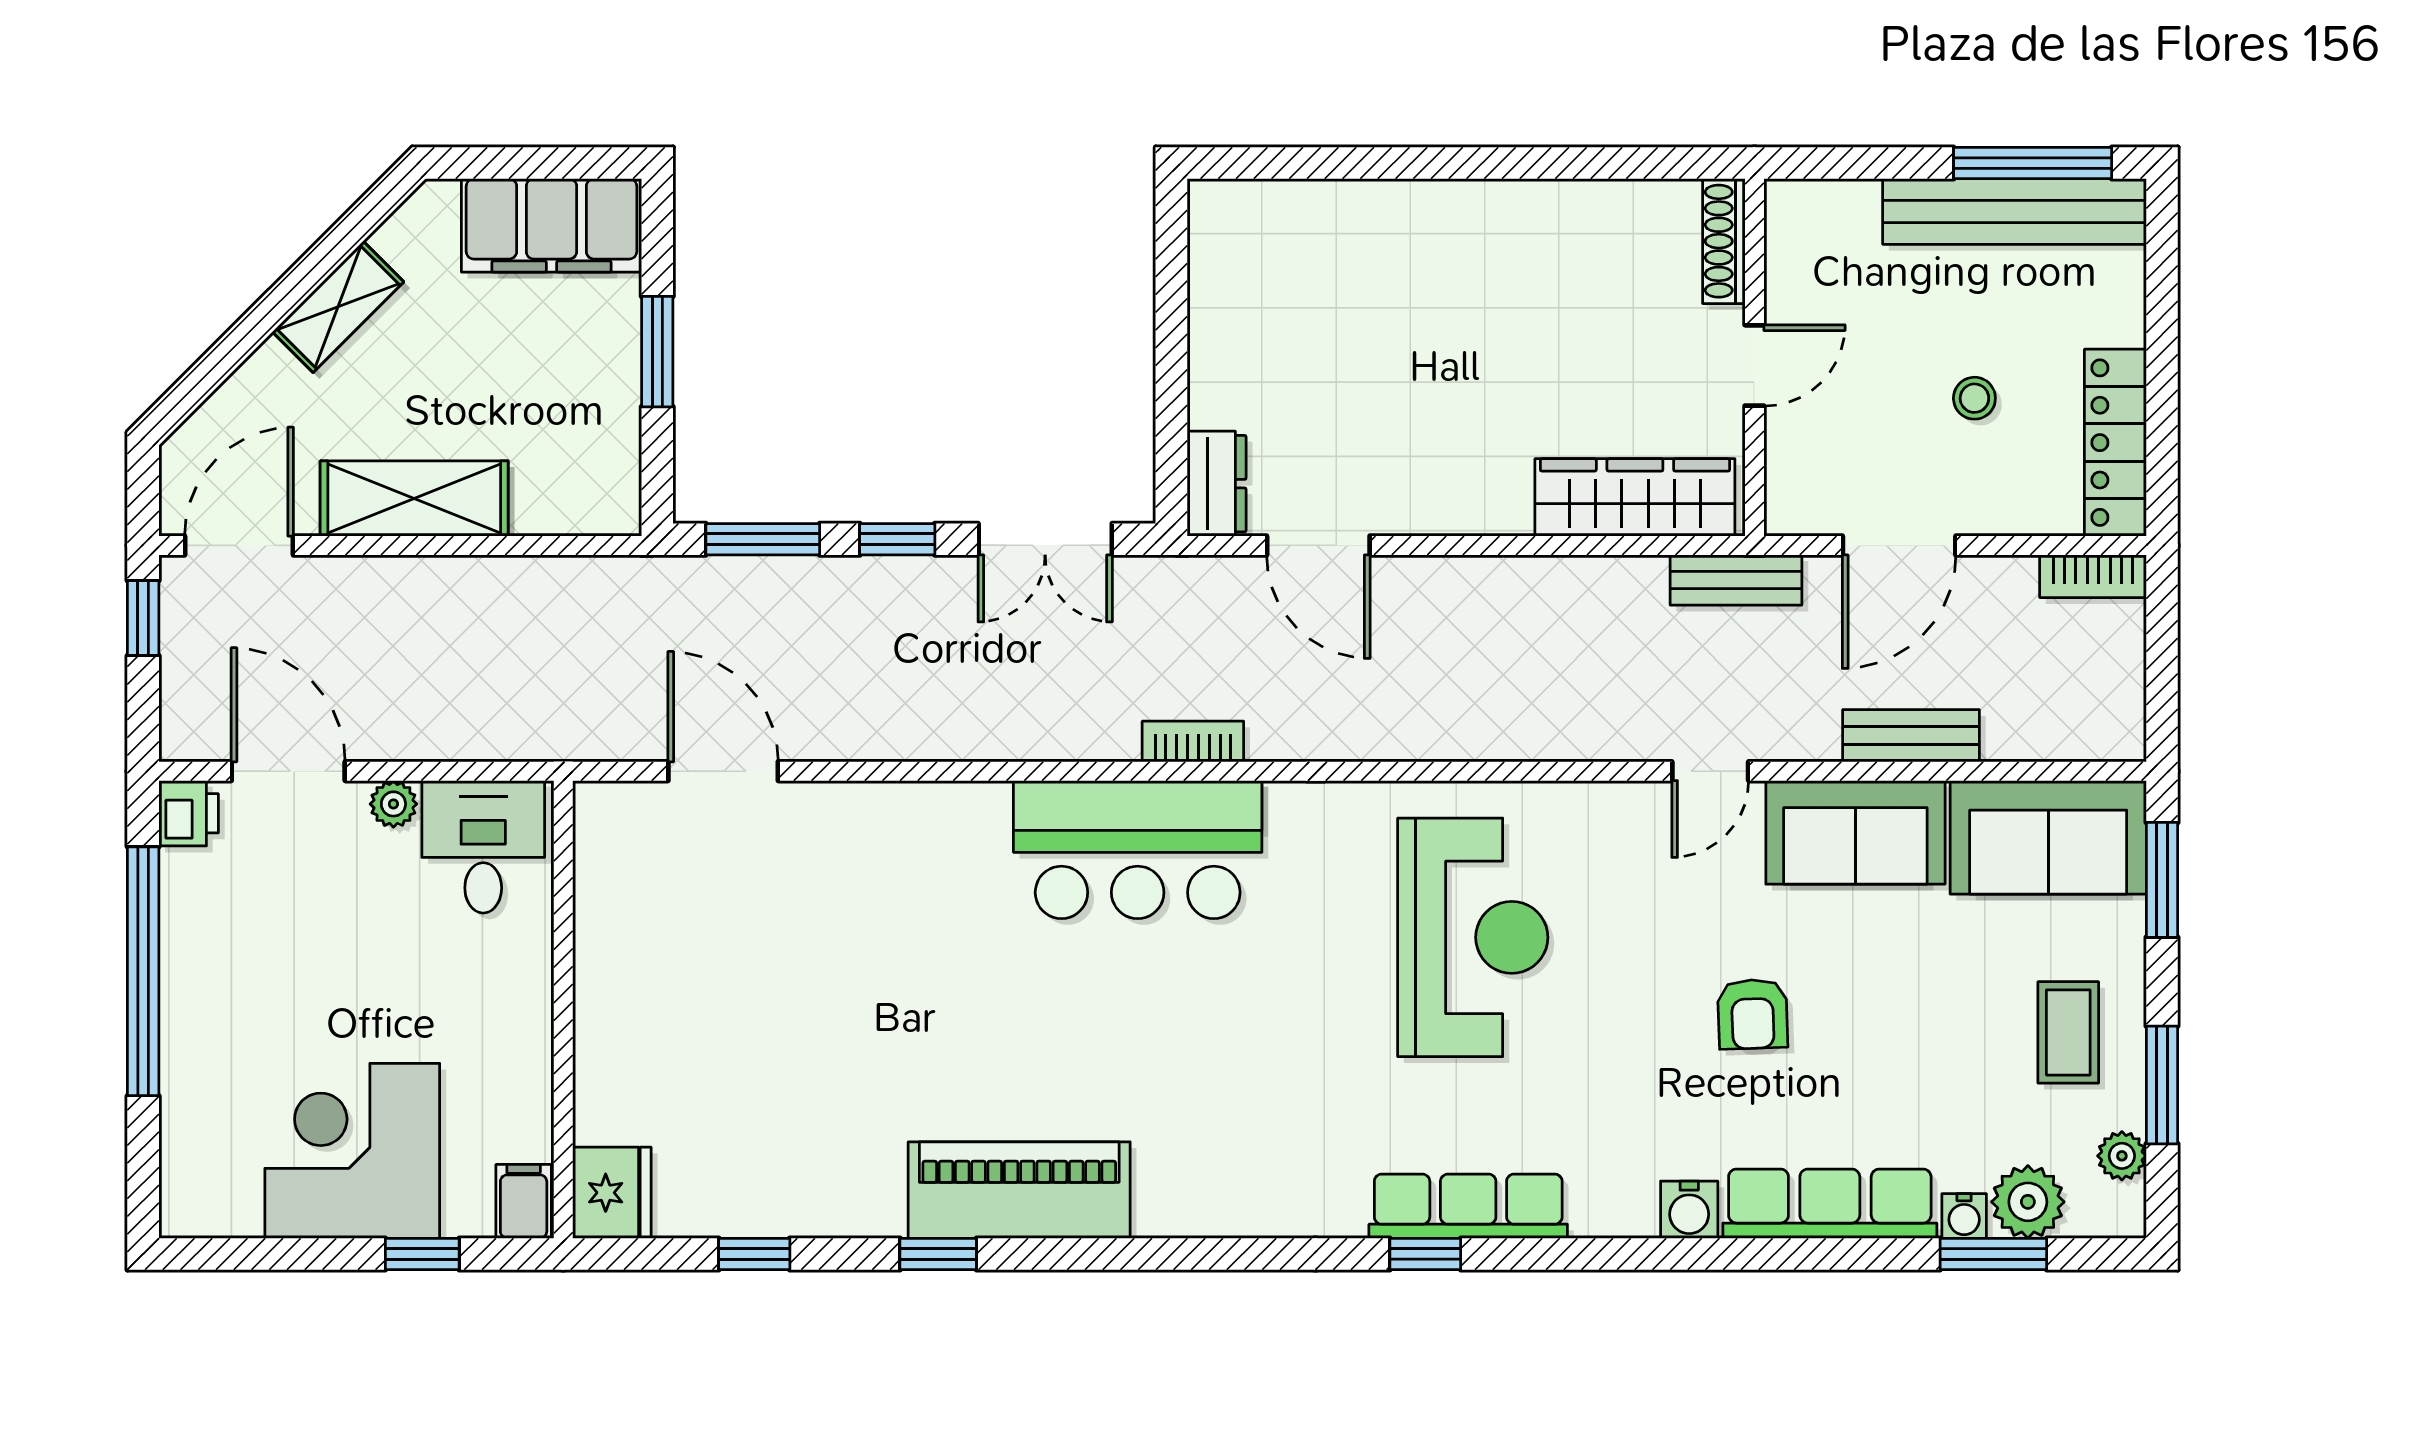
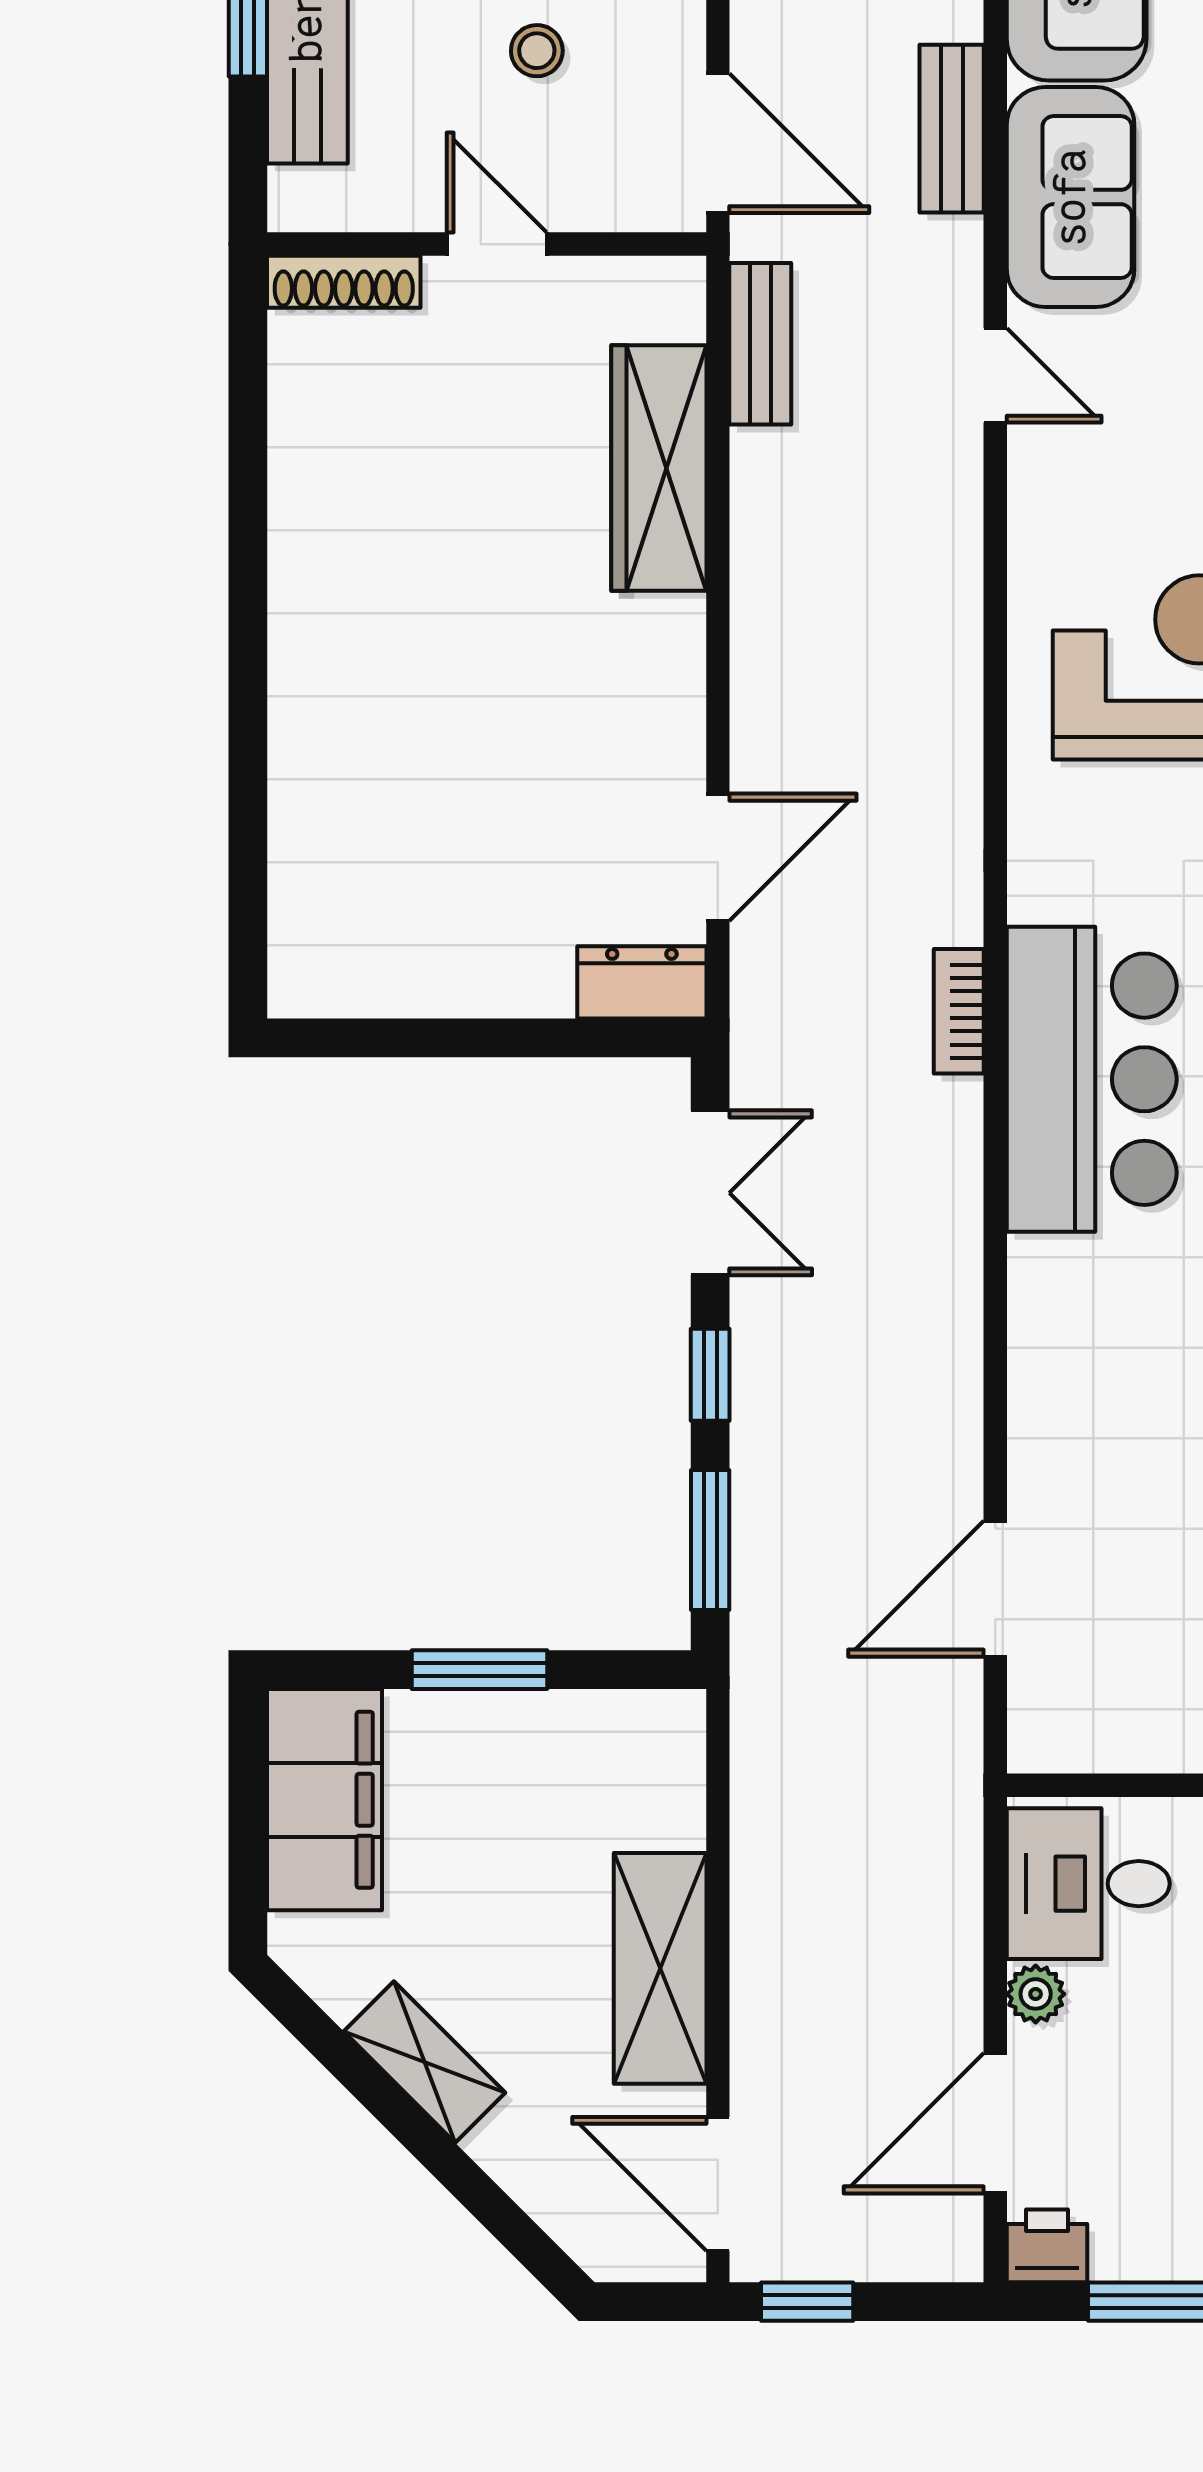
shoe rack: (1724, 241) -> (344, 282), moved
wall: (1754, 357) -> (487, 244), moved
door: (1754, 365) -> (497, 244), moved

